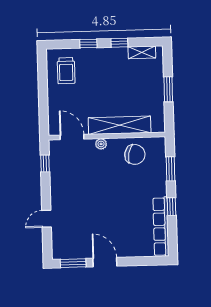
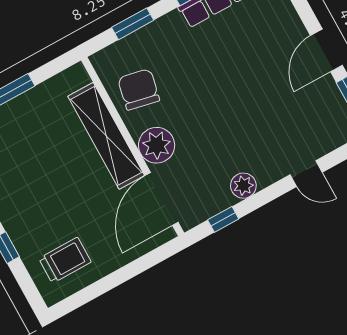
door: (72, 137) -> (162, 199), width x1.36
plant: (101, 144) -> (157, 145), width x1.88, depth x1.88
plant: (57, 183) -> (243, 186), added

